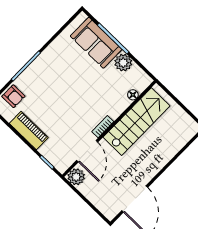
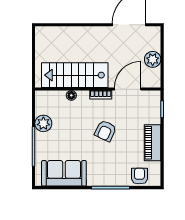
sofa: (96, 43) -> (64, 173), moved, turned -90
floor lamp: (133, 95) -> (71, 95), moved
armchair: (72, 104) -> (105, 131), added
plant: (76, 177) -> (153, 59), moved

